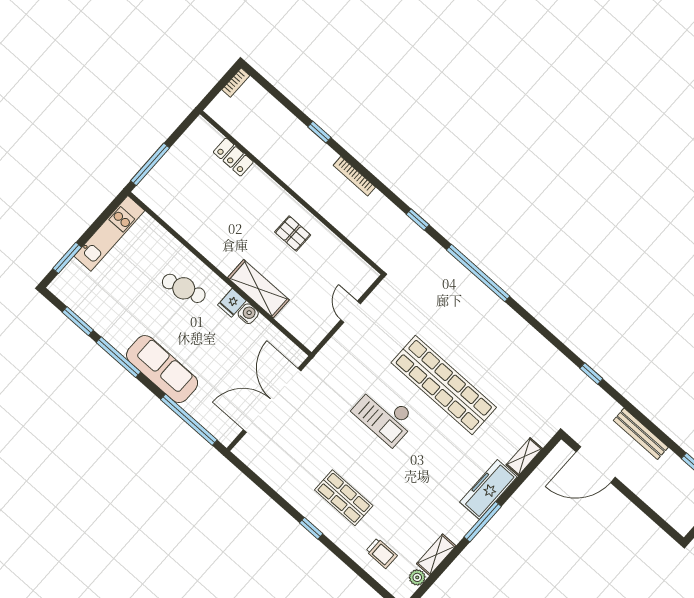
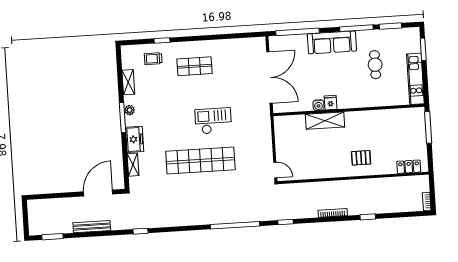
locker: (233, 157) -> (409, 167), moved
pallet: (293, 234) -> (361, 158), moved
cafe table: (184, 288) -> (375, 65), moved, turned -74
door: (351, 312) -> (275, 170), moved
freezer: (488, 489) -> (135, 139), width x0.71
window: (311, 528) -> (162, 40), moved
plant: (417, 577) -> (130, 110), moved

